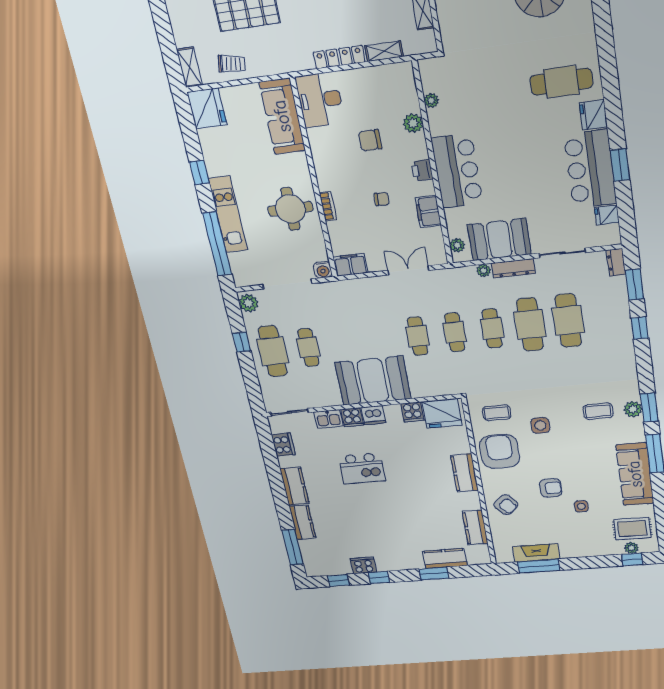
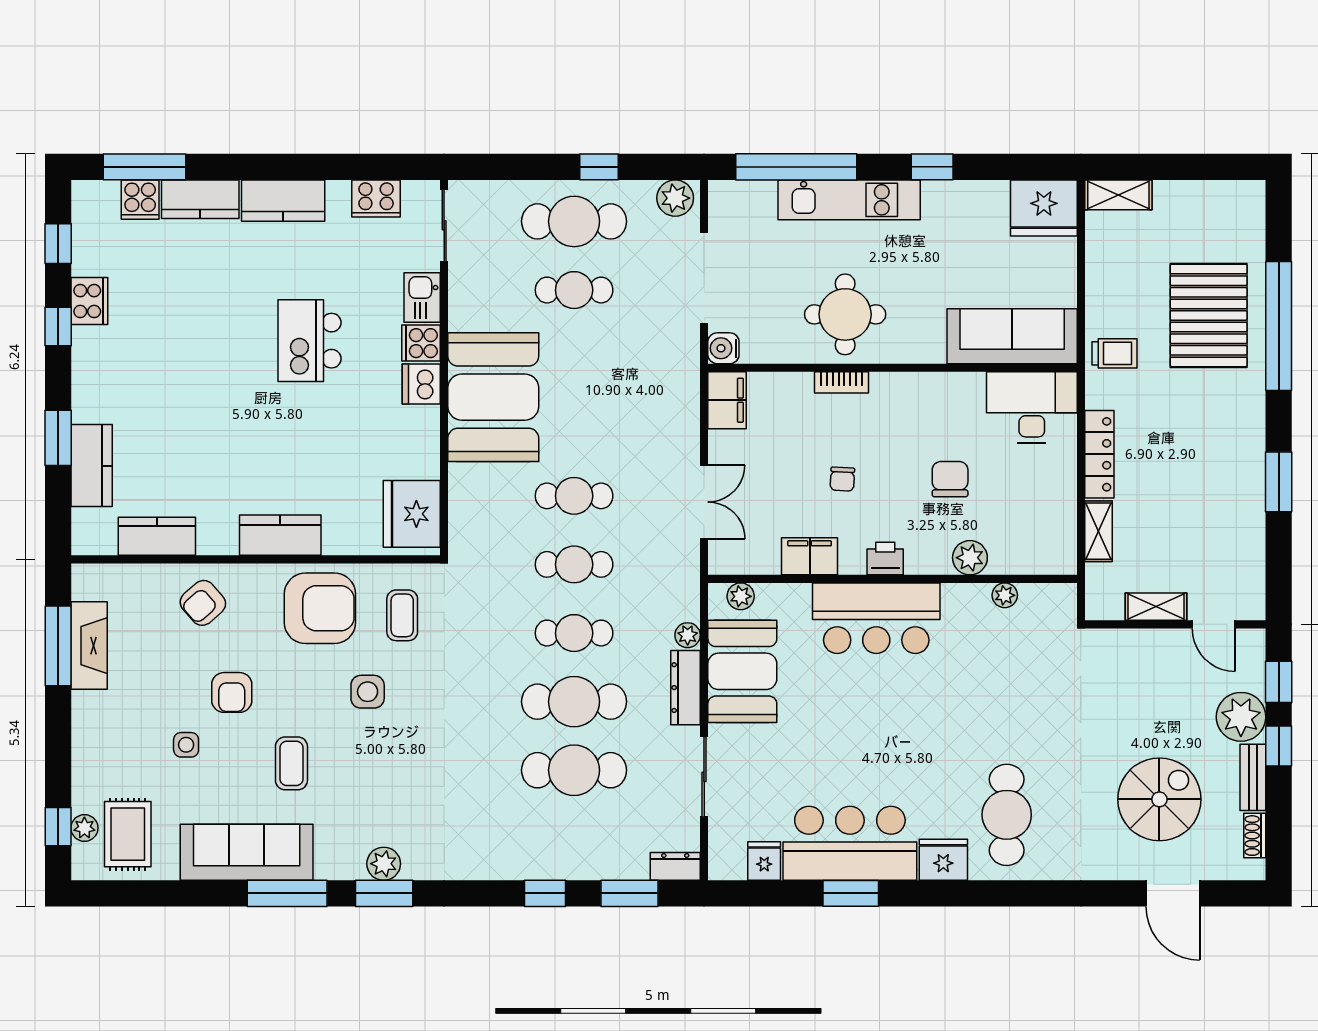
trolley: (232, 64) -> (1114, 353), moved, turned -99
coffee table: (598, 411) -> (291, 763), moved
cooker: (412, 412) -> (140, 200), moved, turned -90

